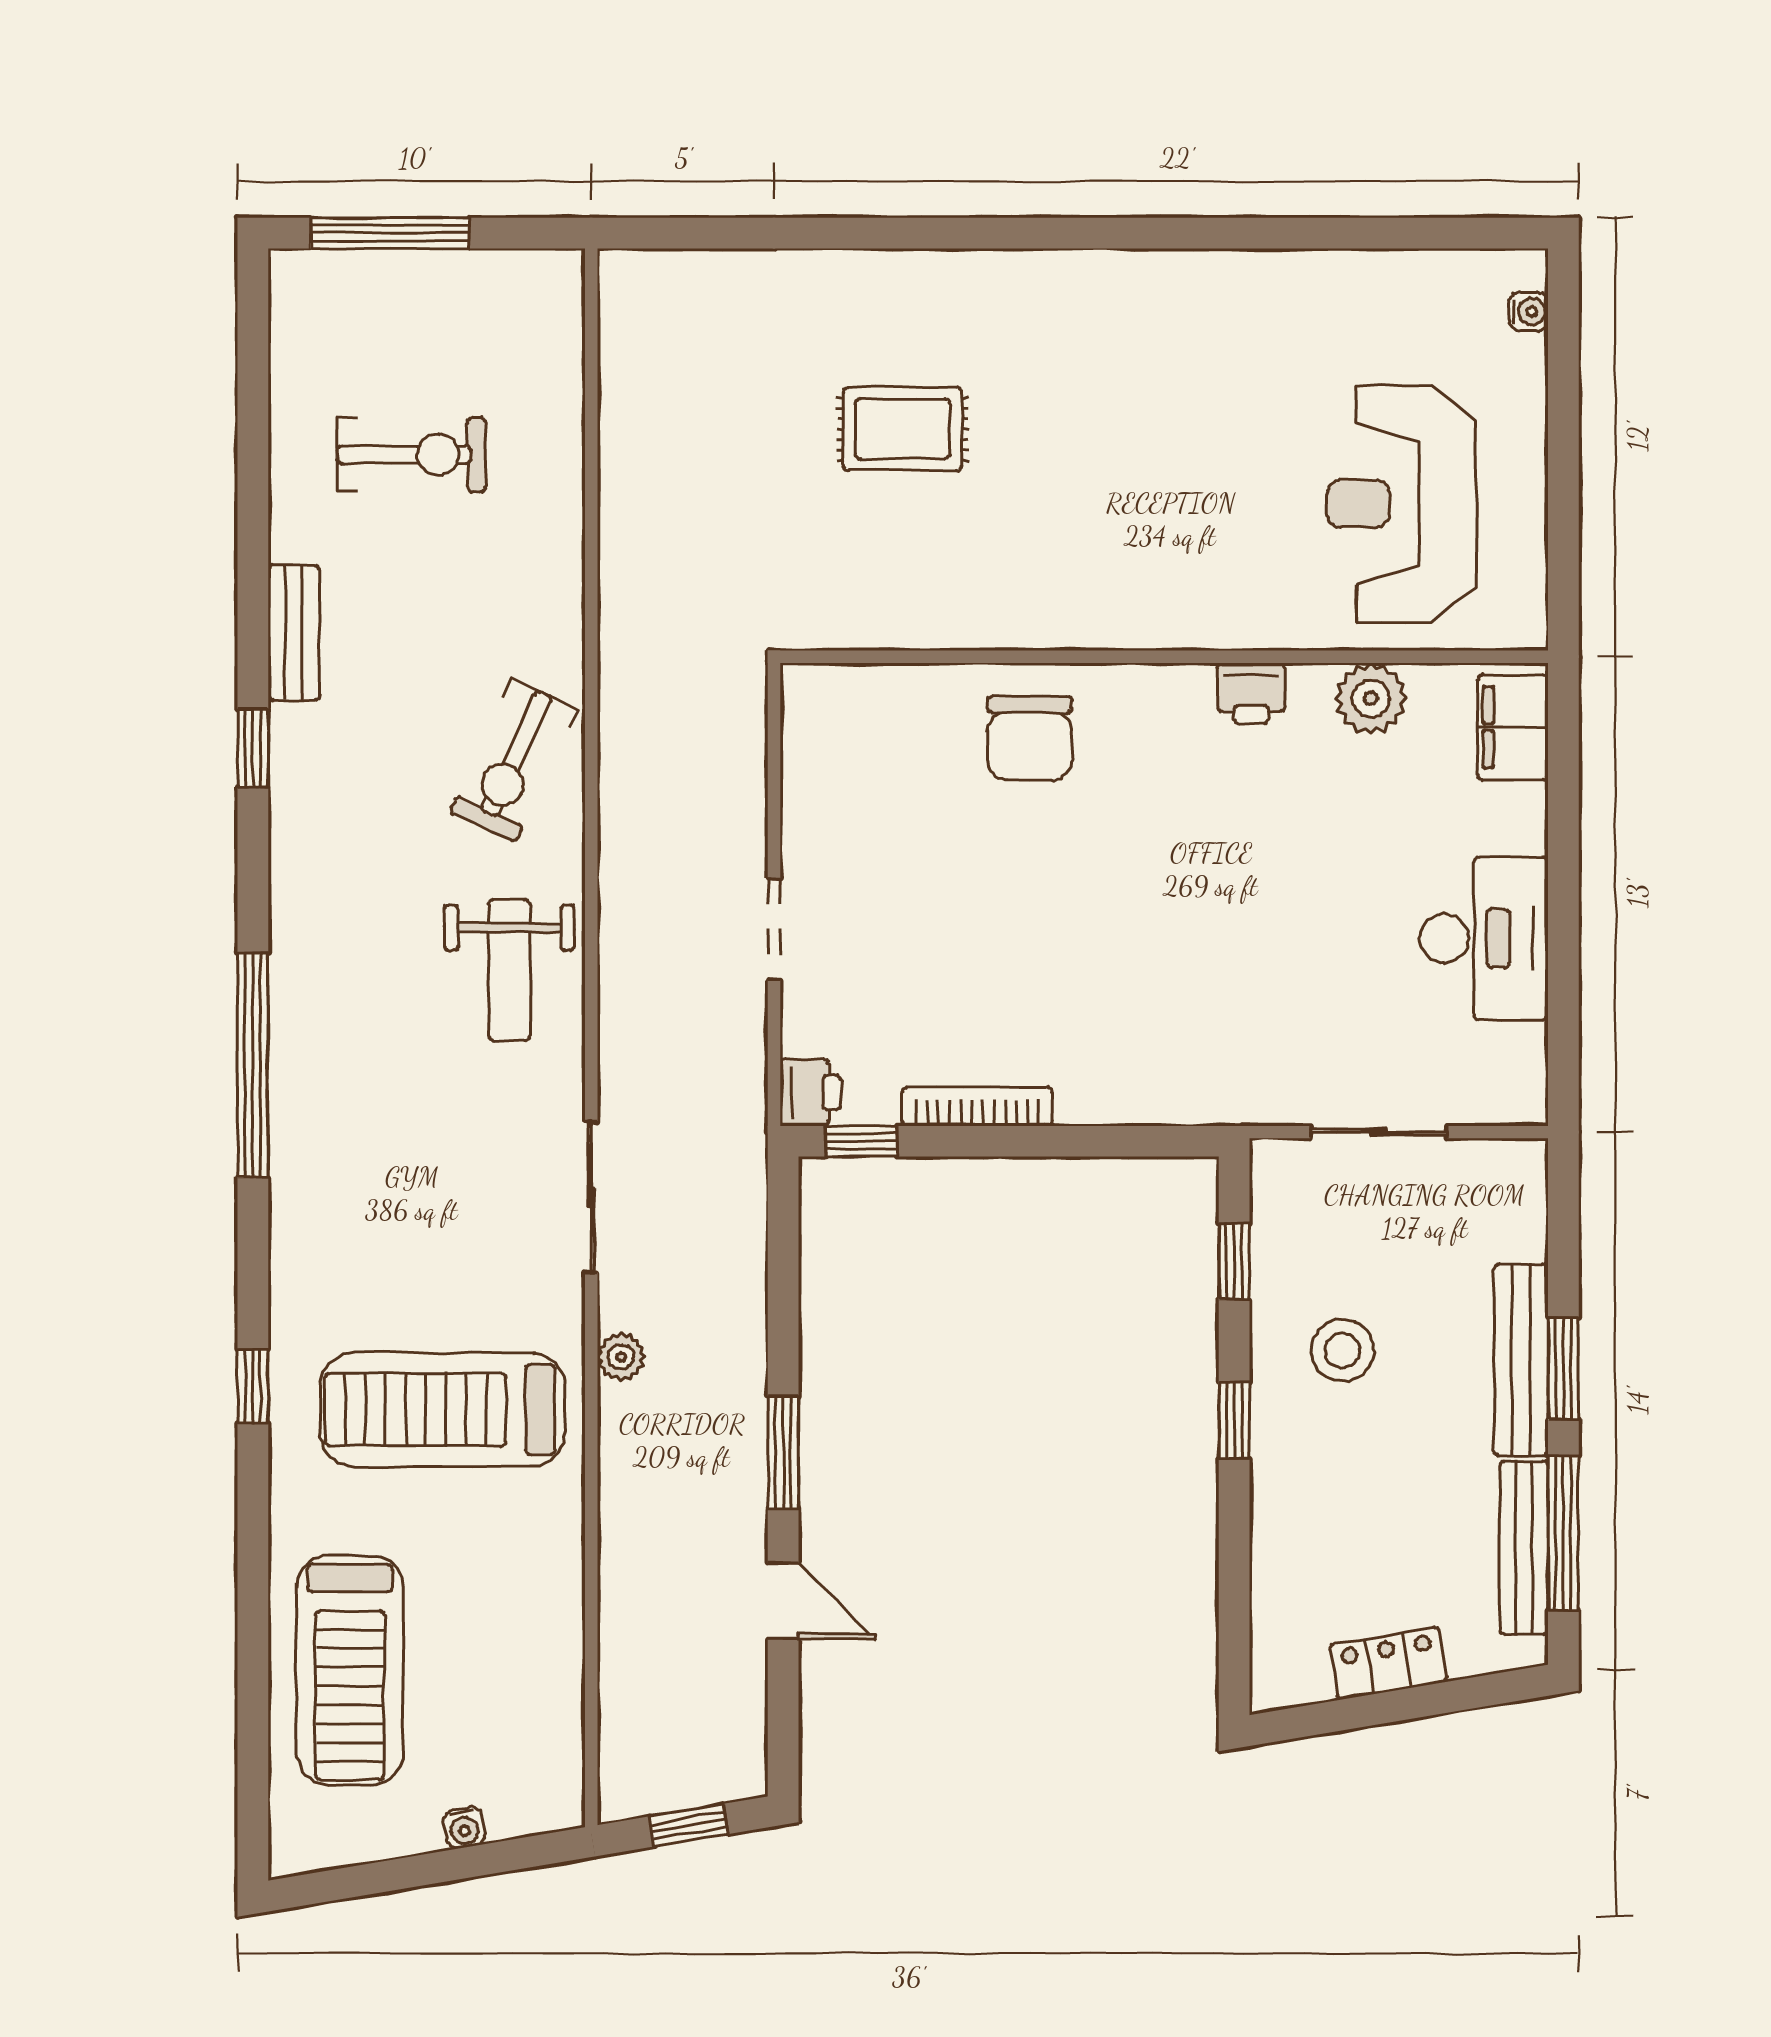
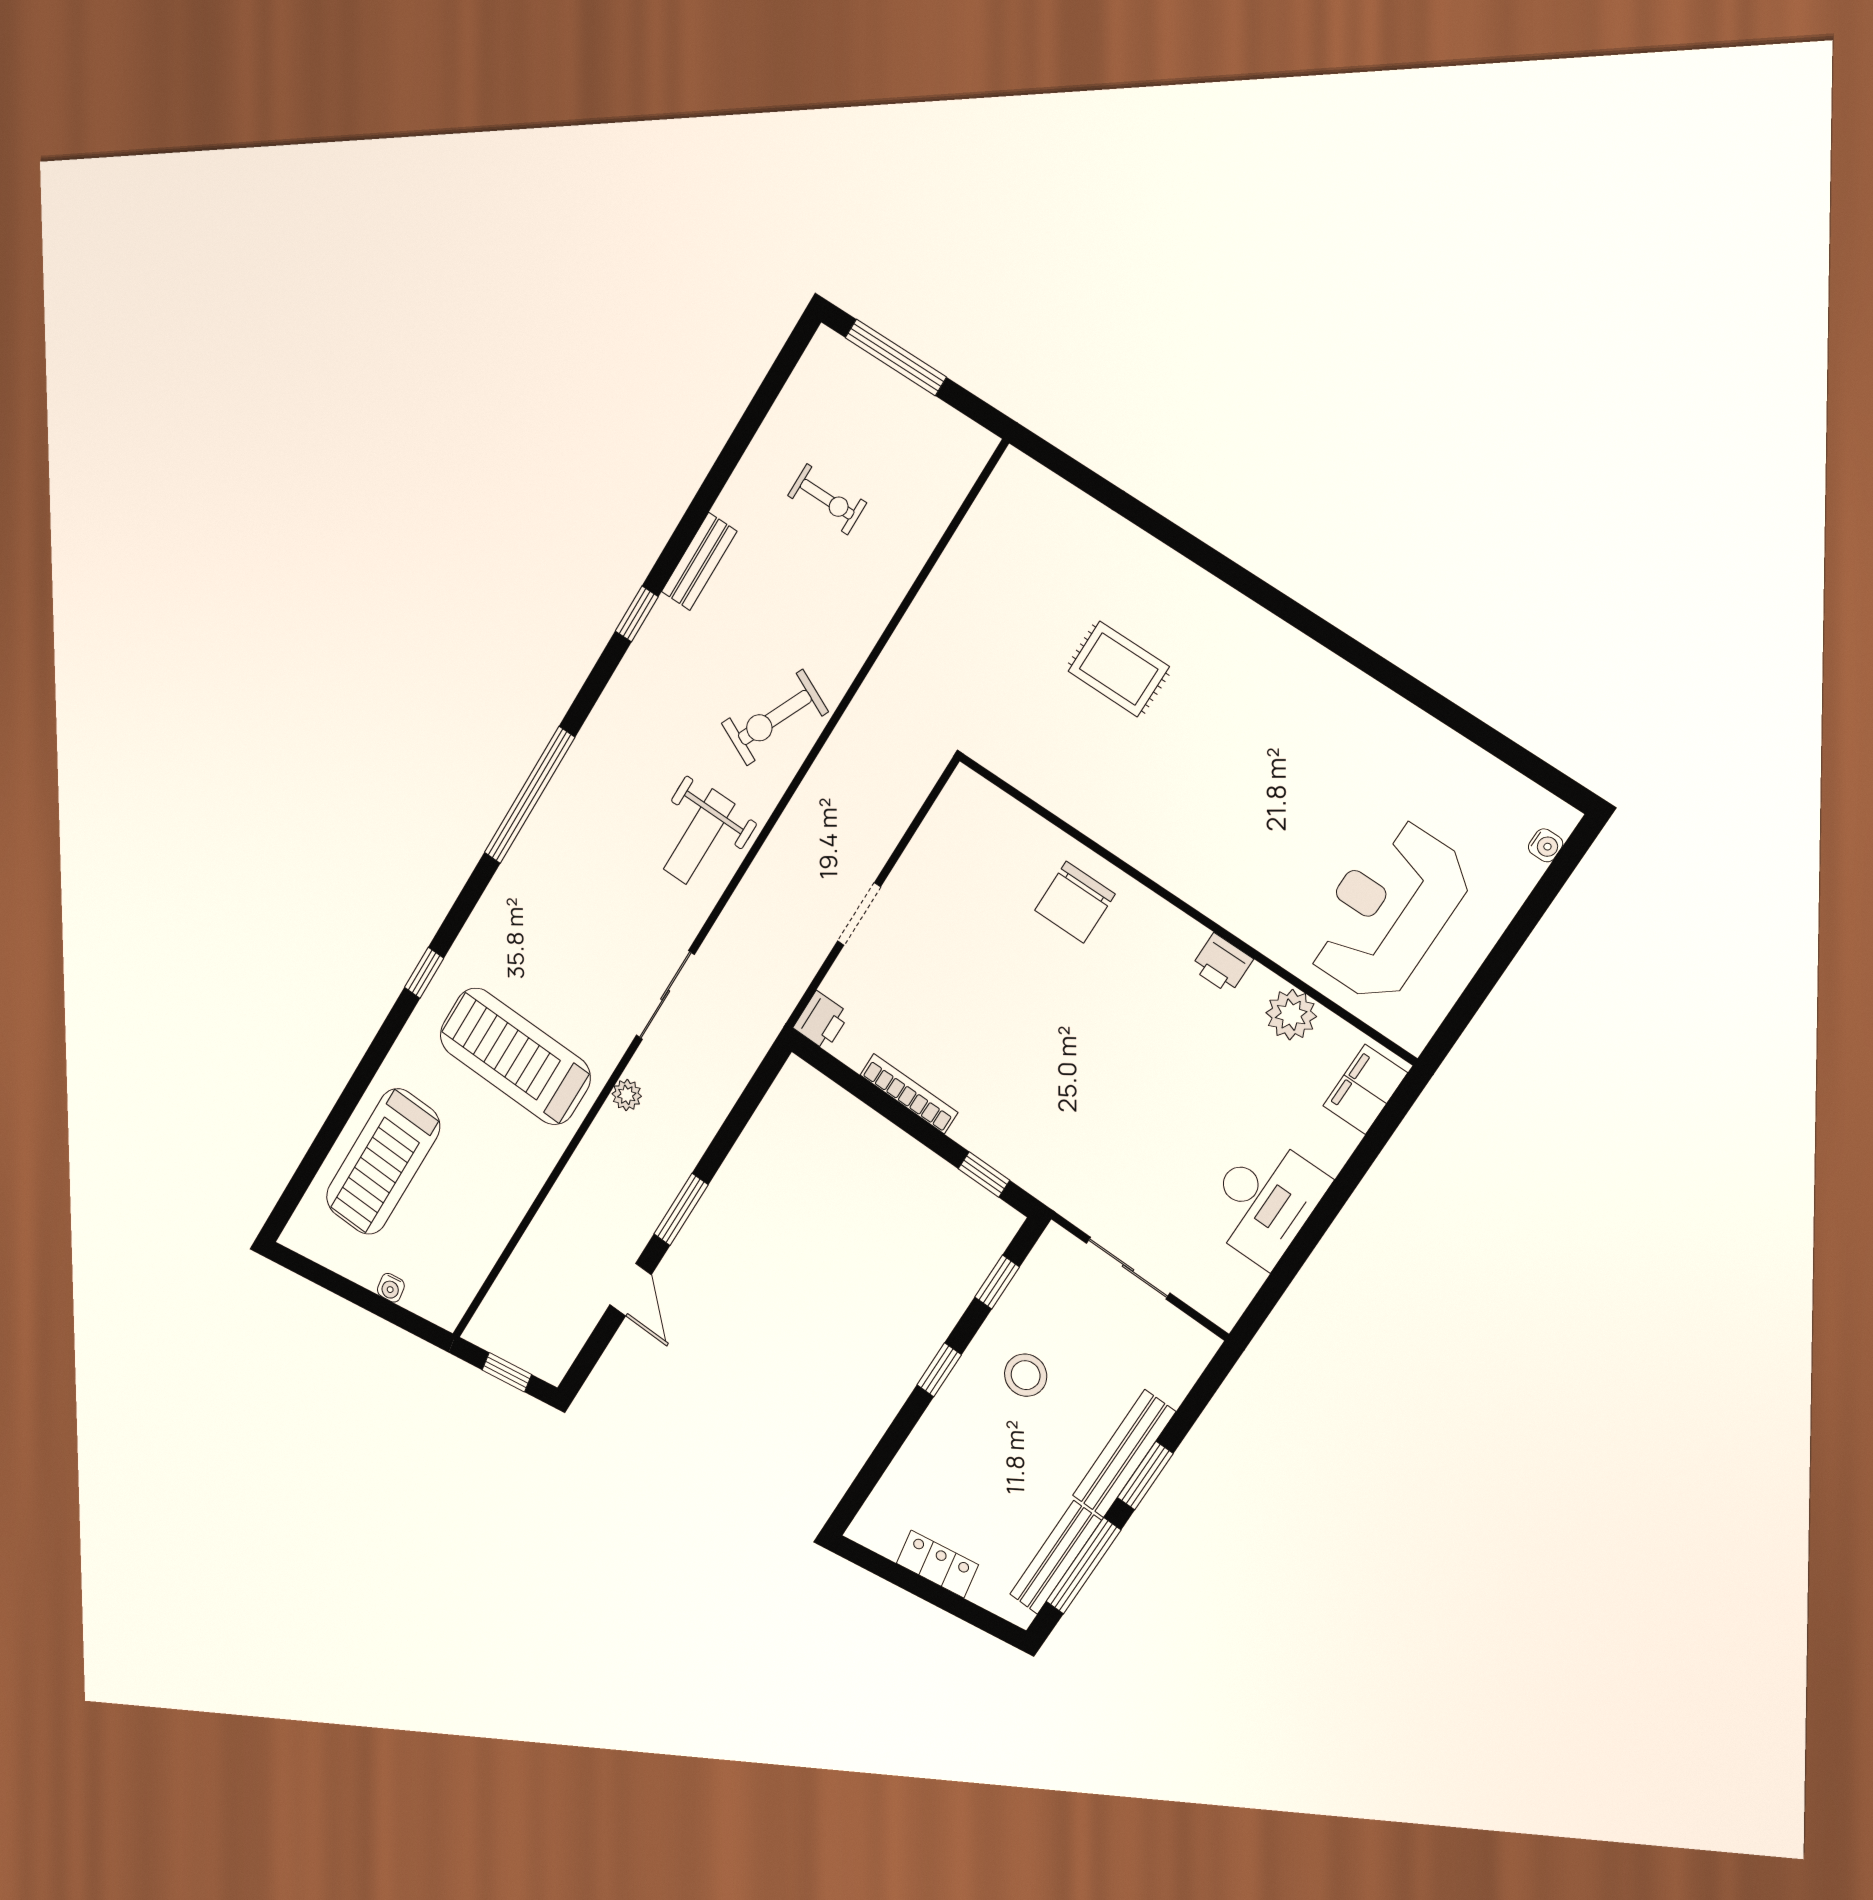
exercise bike: (411, 455) -> (827, 499), width x0.73, depth x0.72
window: (861, 1141) -> (984, 1175), moved

